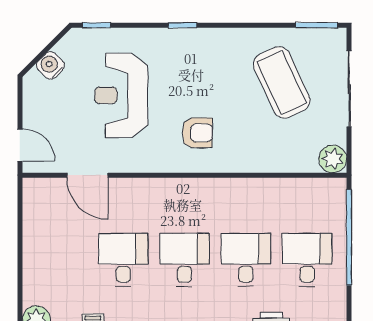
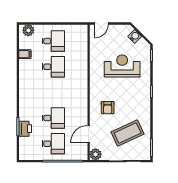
armchair: (197, 133) -> (108, 108), moved
door: (87, 175) -> (89, 134), moved
desk: (185, 260) -> (53, 41), moved

